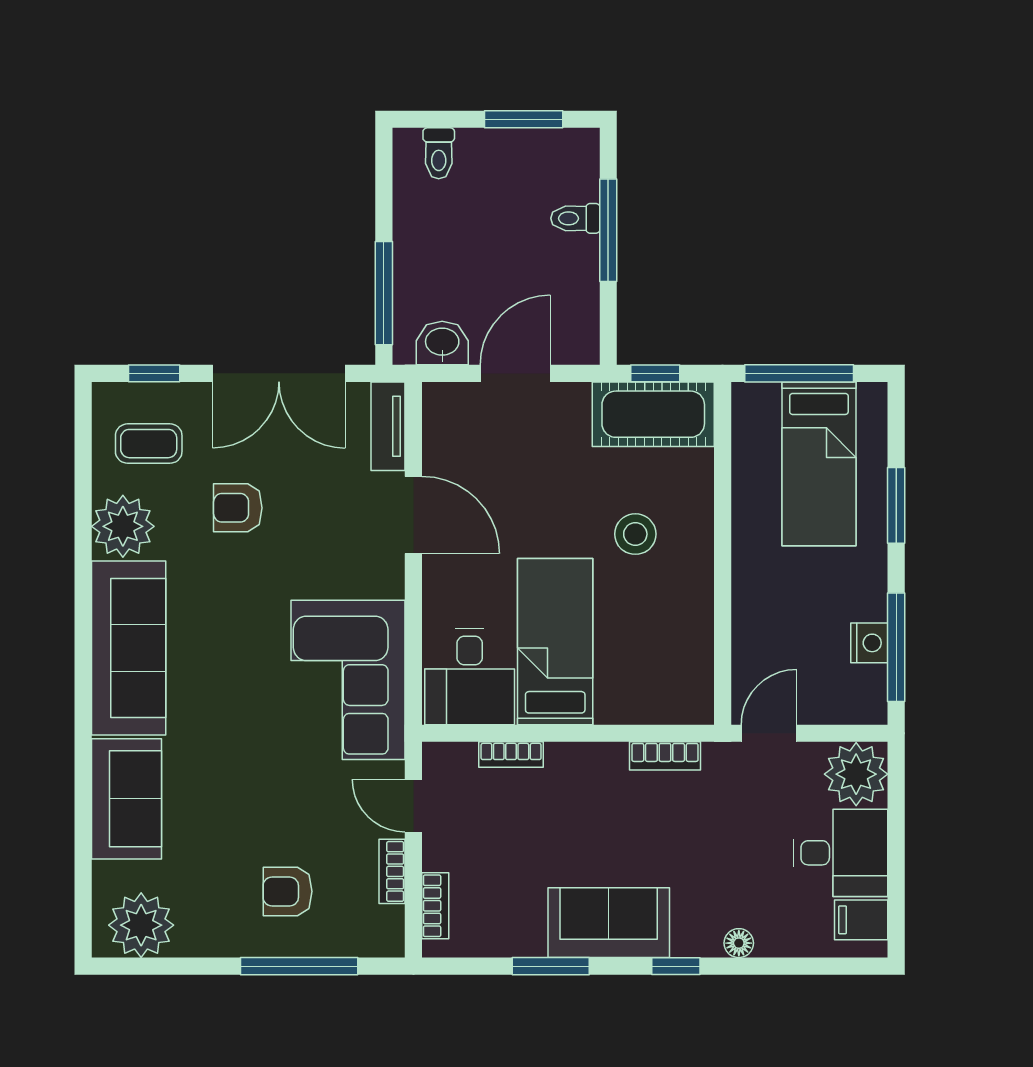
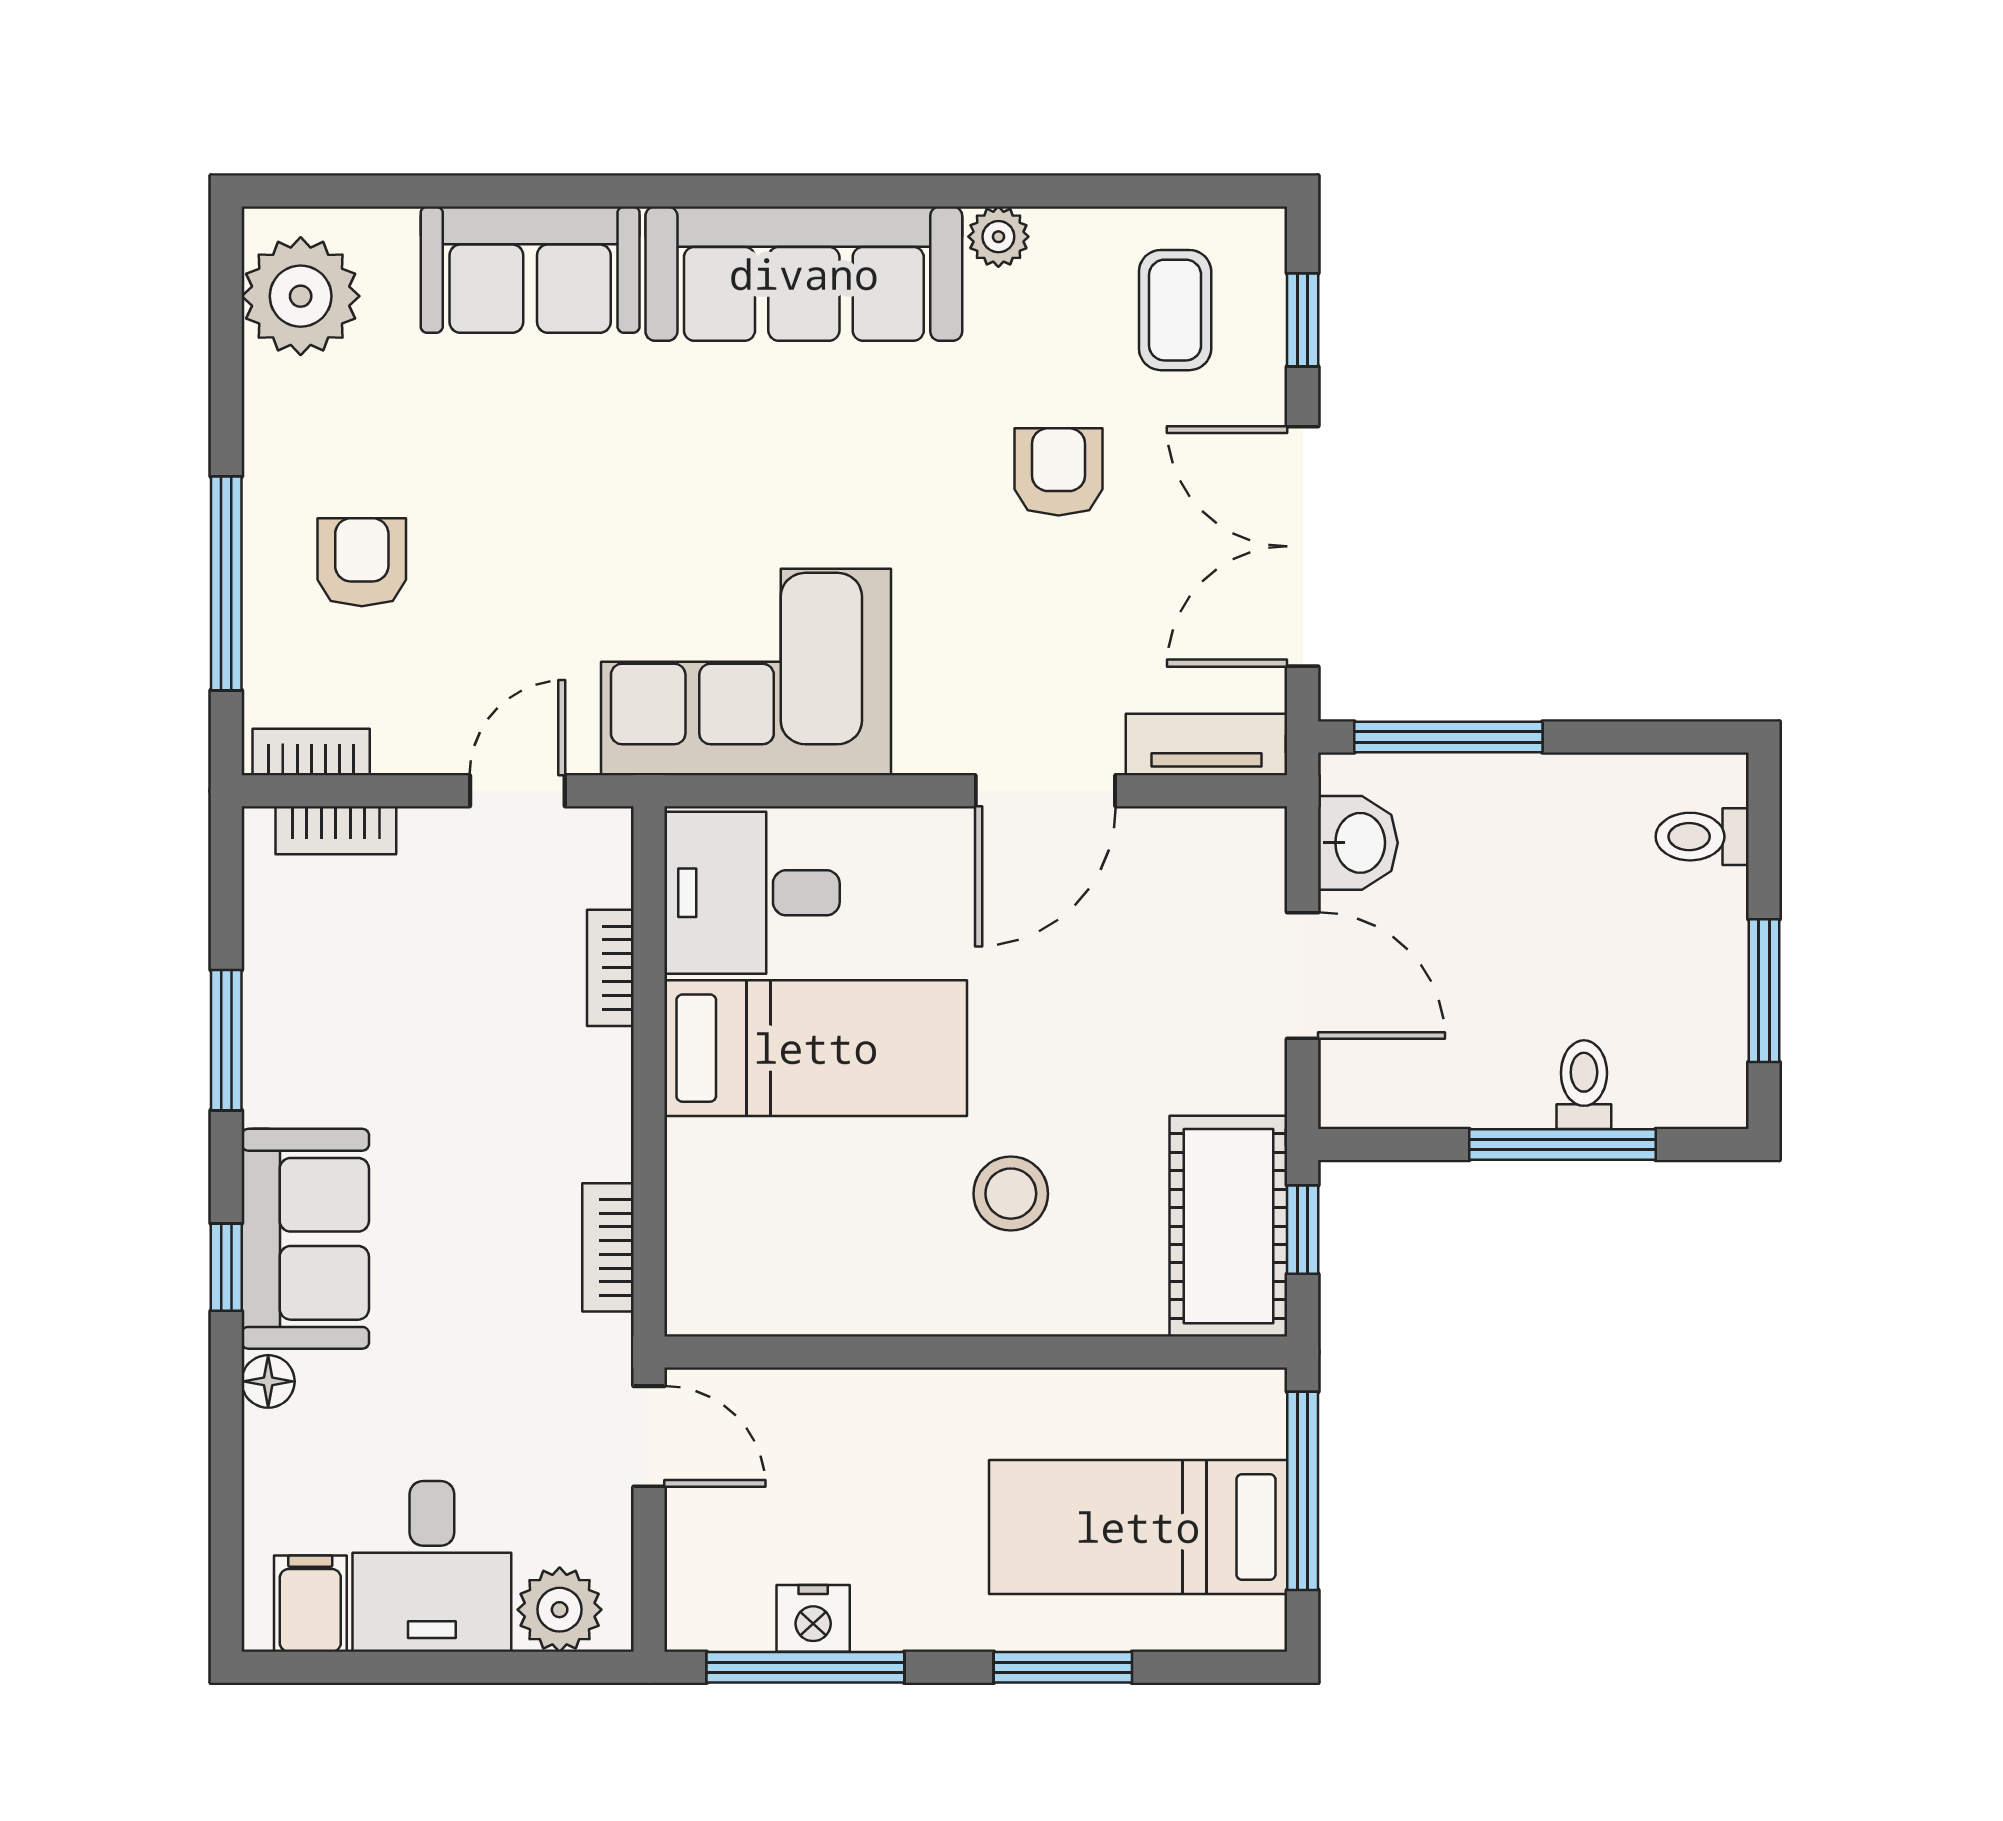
plant: (123, 526) -> (998, 237), width x0.53, depth x0.53
plant: (856, 774) -> (560, 1610), width x0.73, depth x0.73
bookcase: (392, 871) -> (311, 752), moved
sofa: (609, 923) -> (305, 1239), moved

